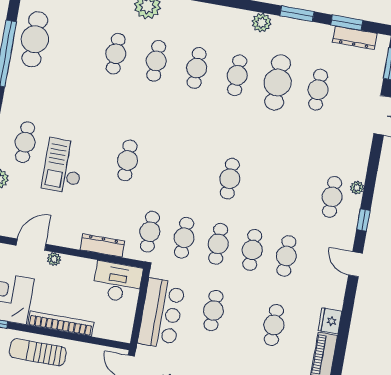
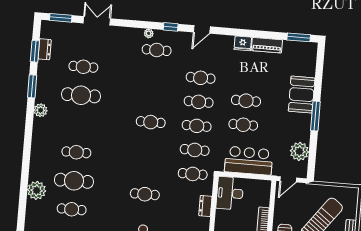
dresser: (355, 38) -> (45, 49), width x0.70
cafe table: (156, 61) -> (74, 181), width x1.37, depth x1.35
cafe table: (237, 75) -> (79, 124), removed
dresser: (102, 245) -> (205, 206), width x0.70
cafe table: (274, 325) -> (246, 101), moved

